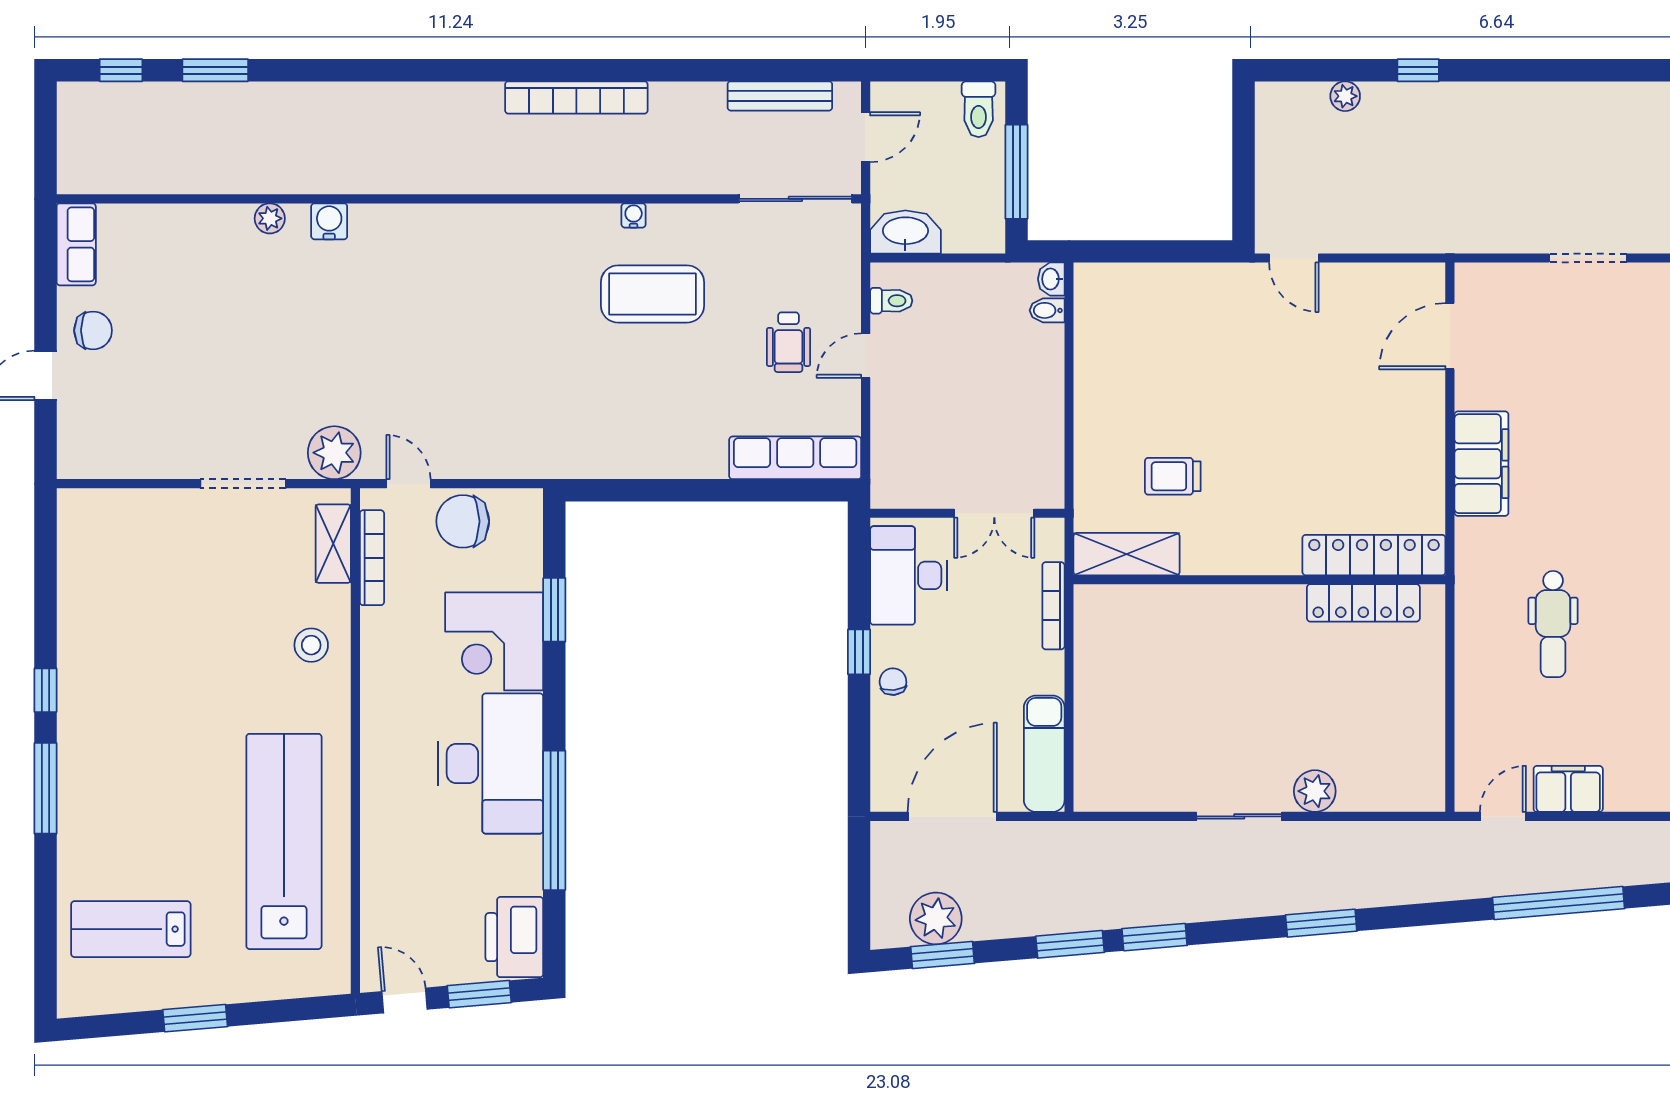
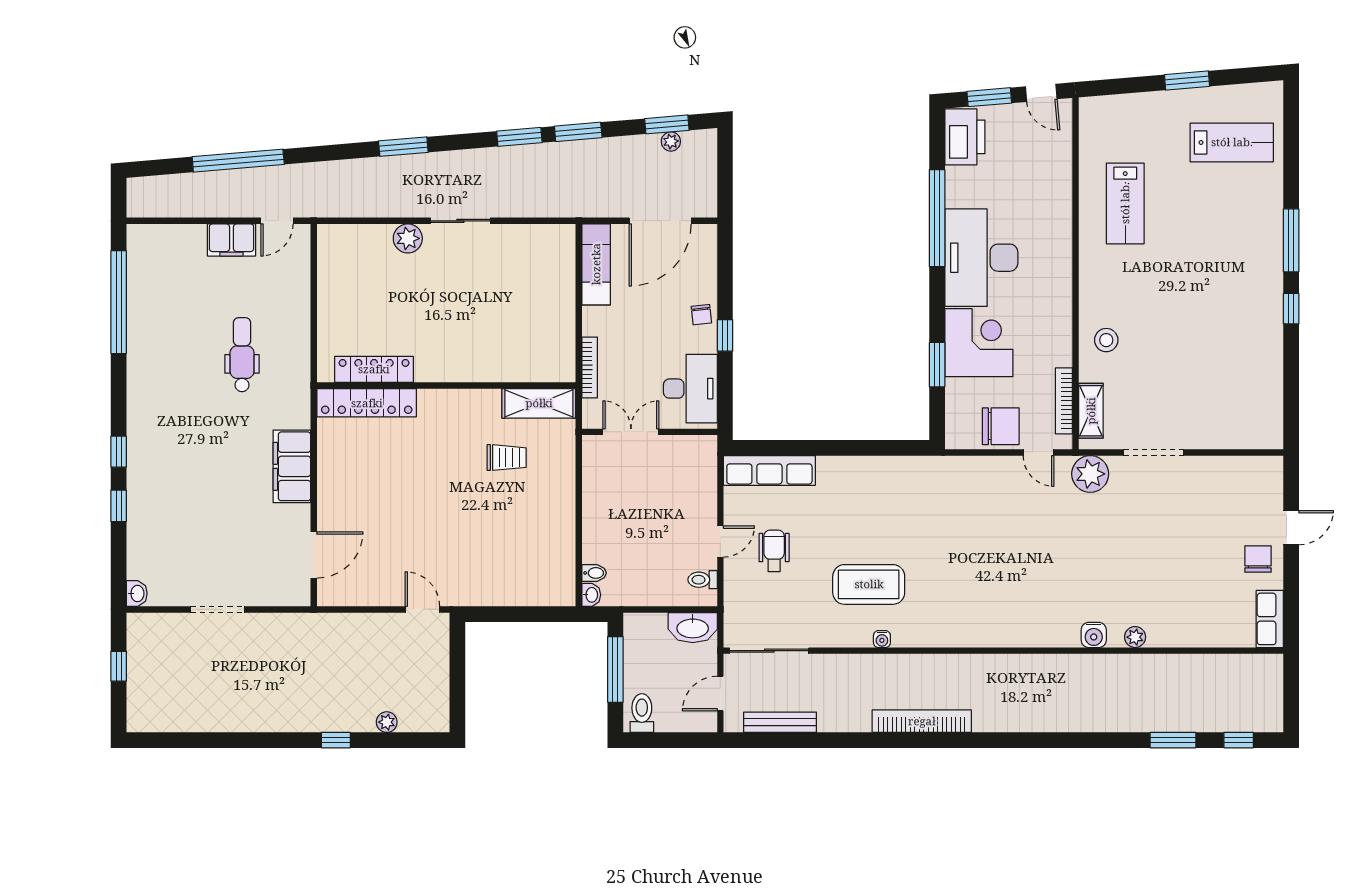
chair: (93, 330) -> (1258, 559), turned 90
lab bench: (284, 841) -> (1125, 203), width x0.54, depth x0.72
plant: (936, 918) -> (671, 141), width x0.53, depth x0.53

